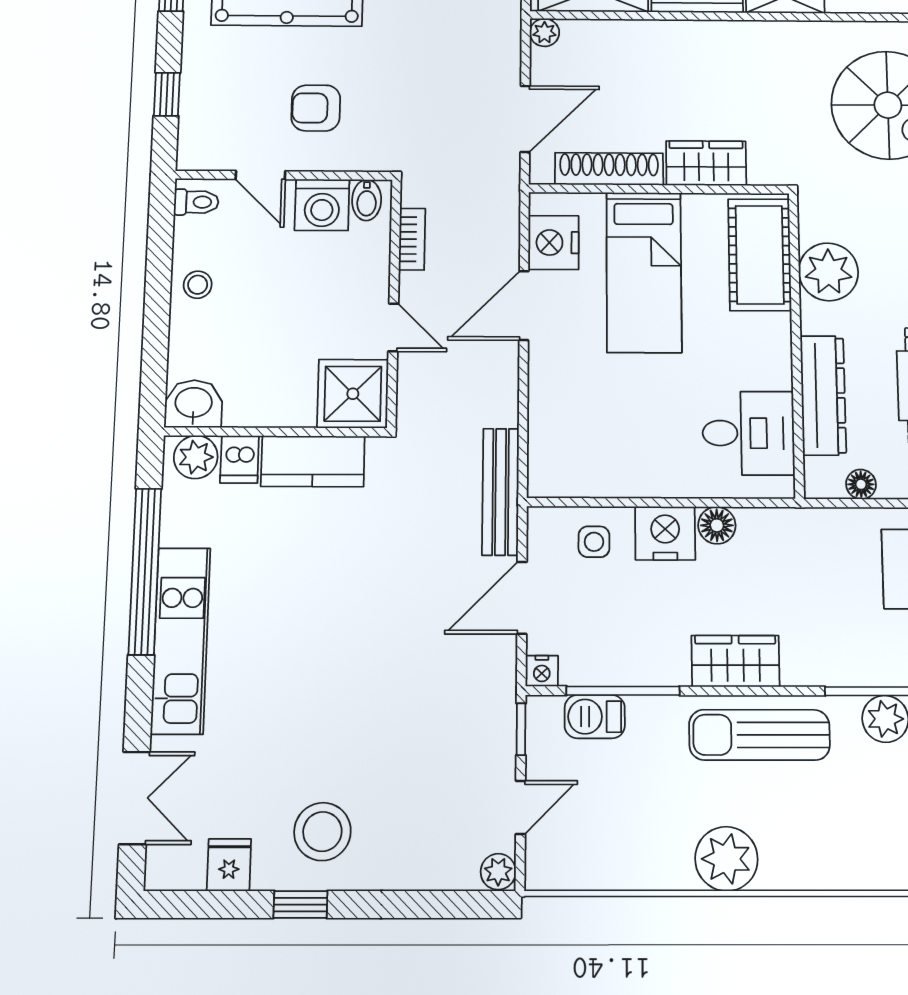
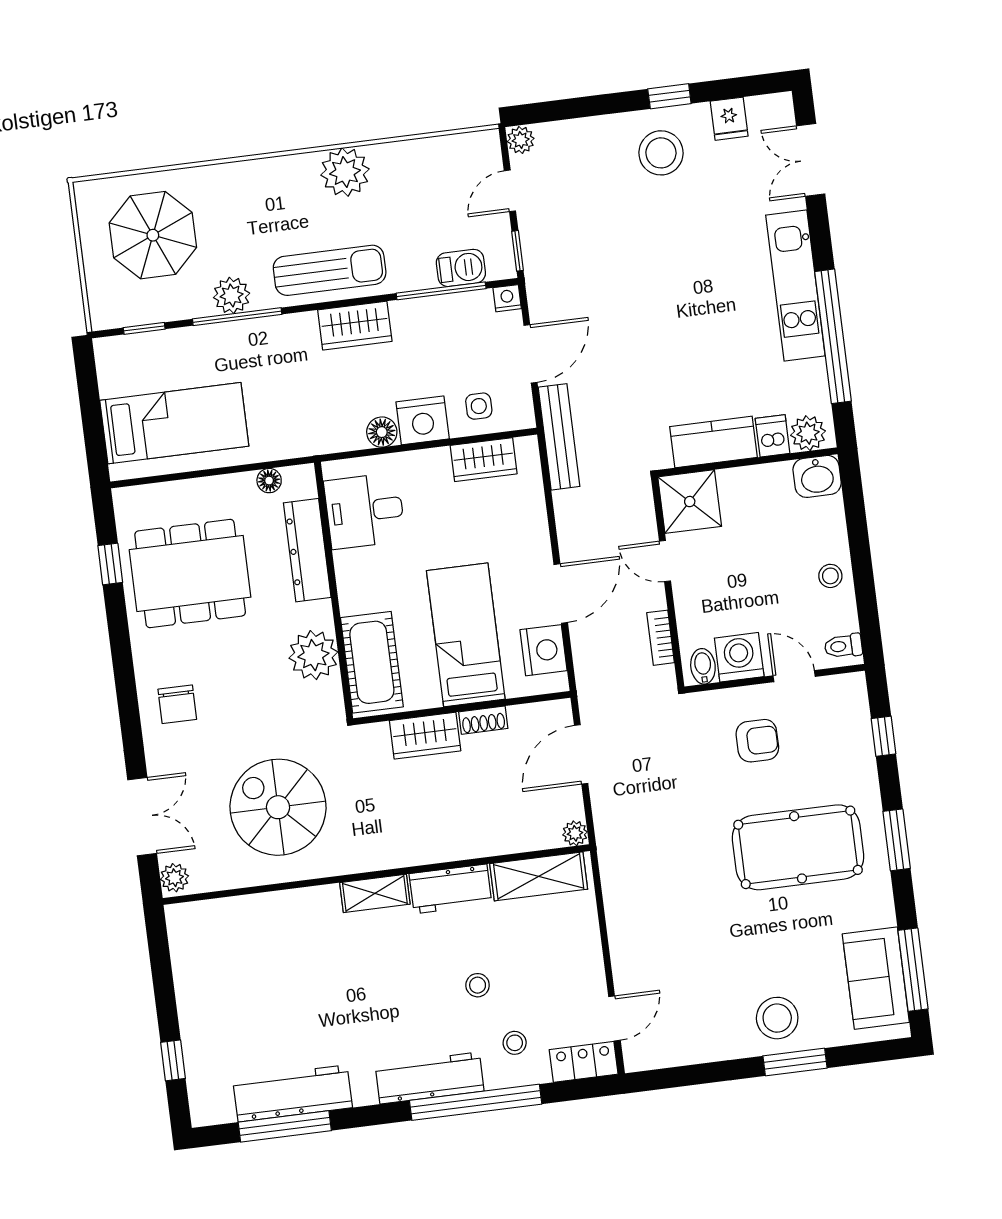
shoe rack: (609, 169) -> (483, 720), width x0.51, depth x0.81
wardrobe: (596, 476) -> (484, 460), added

